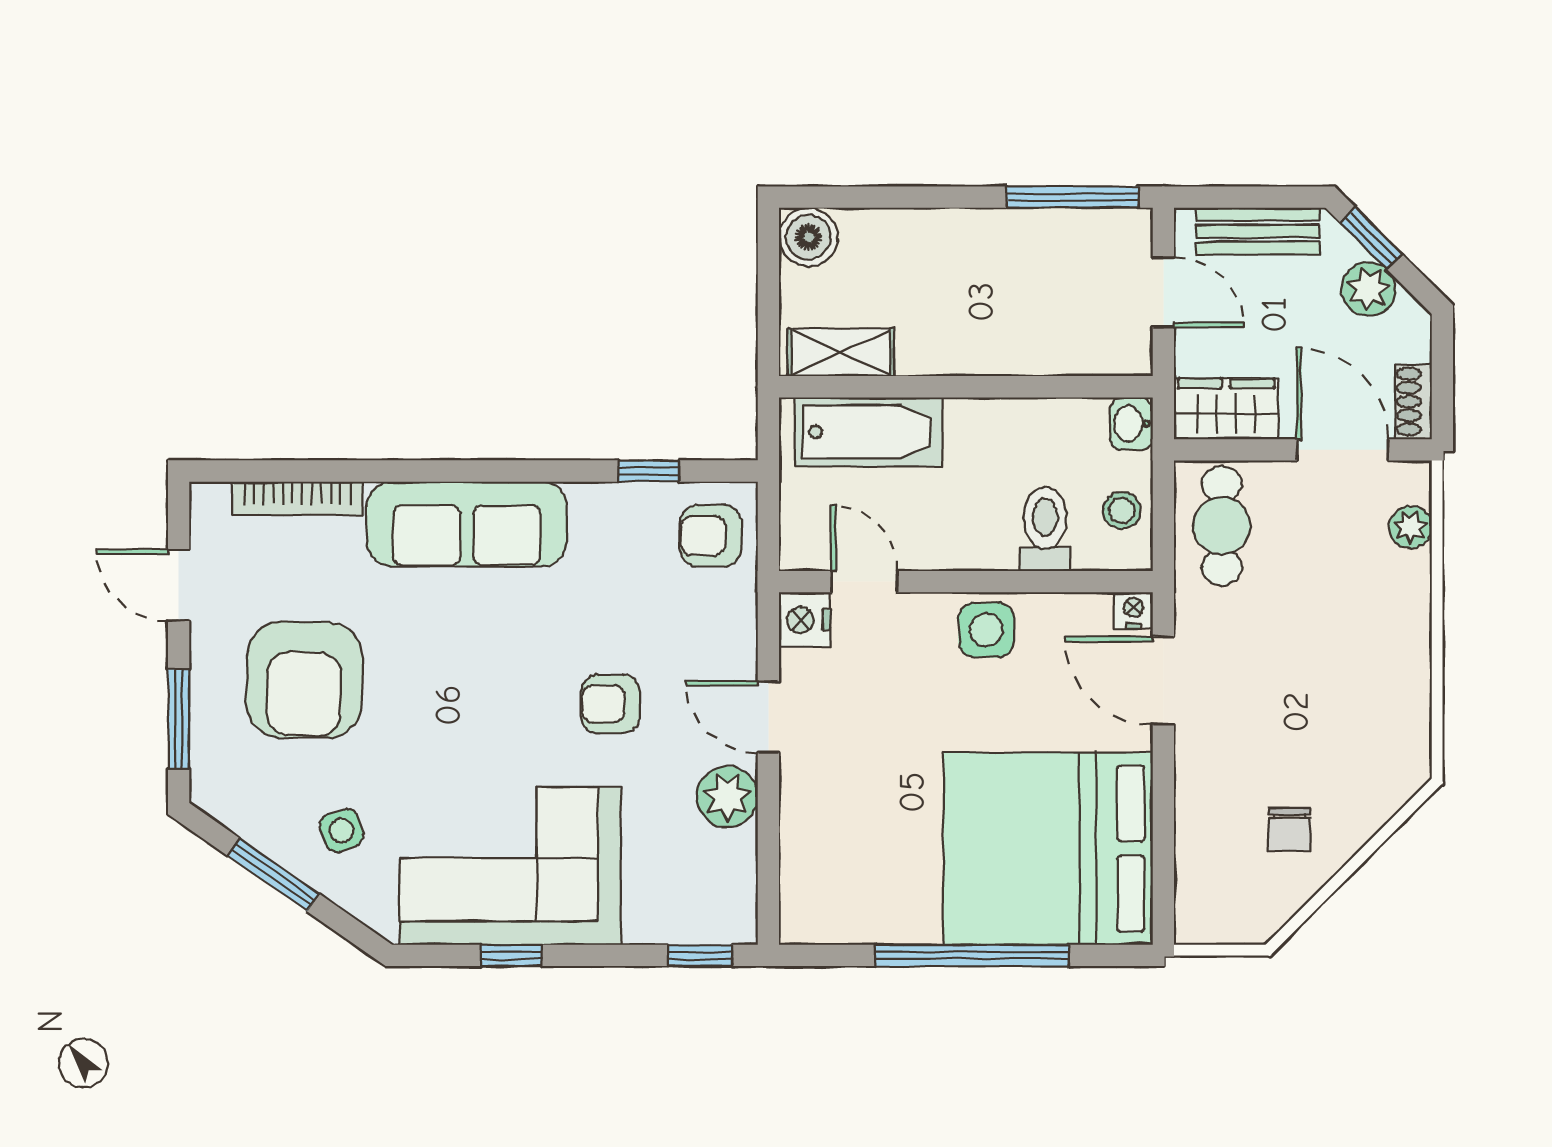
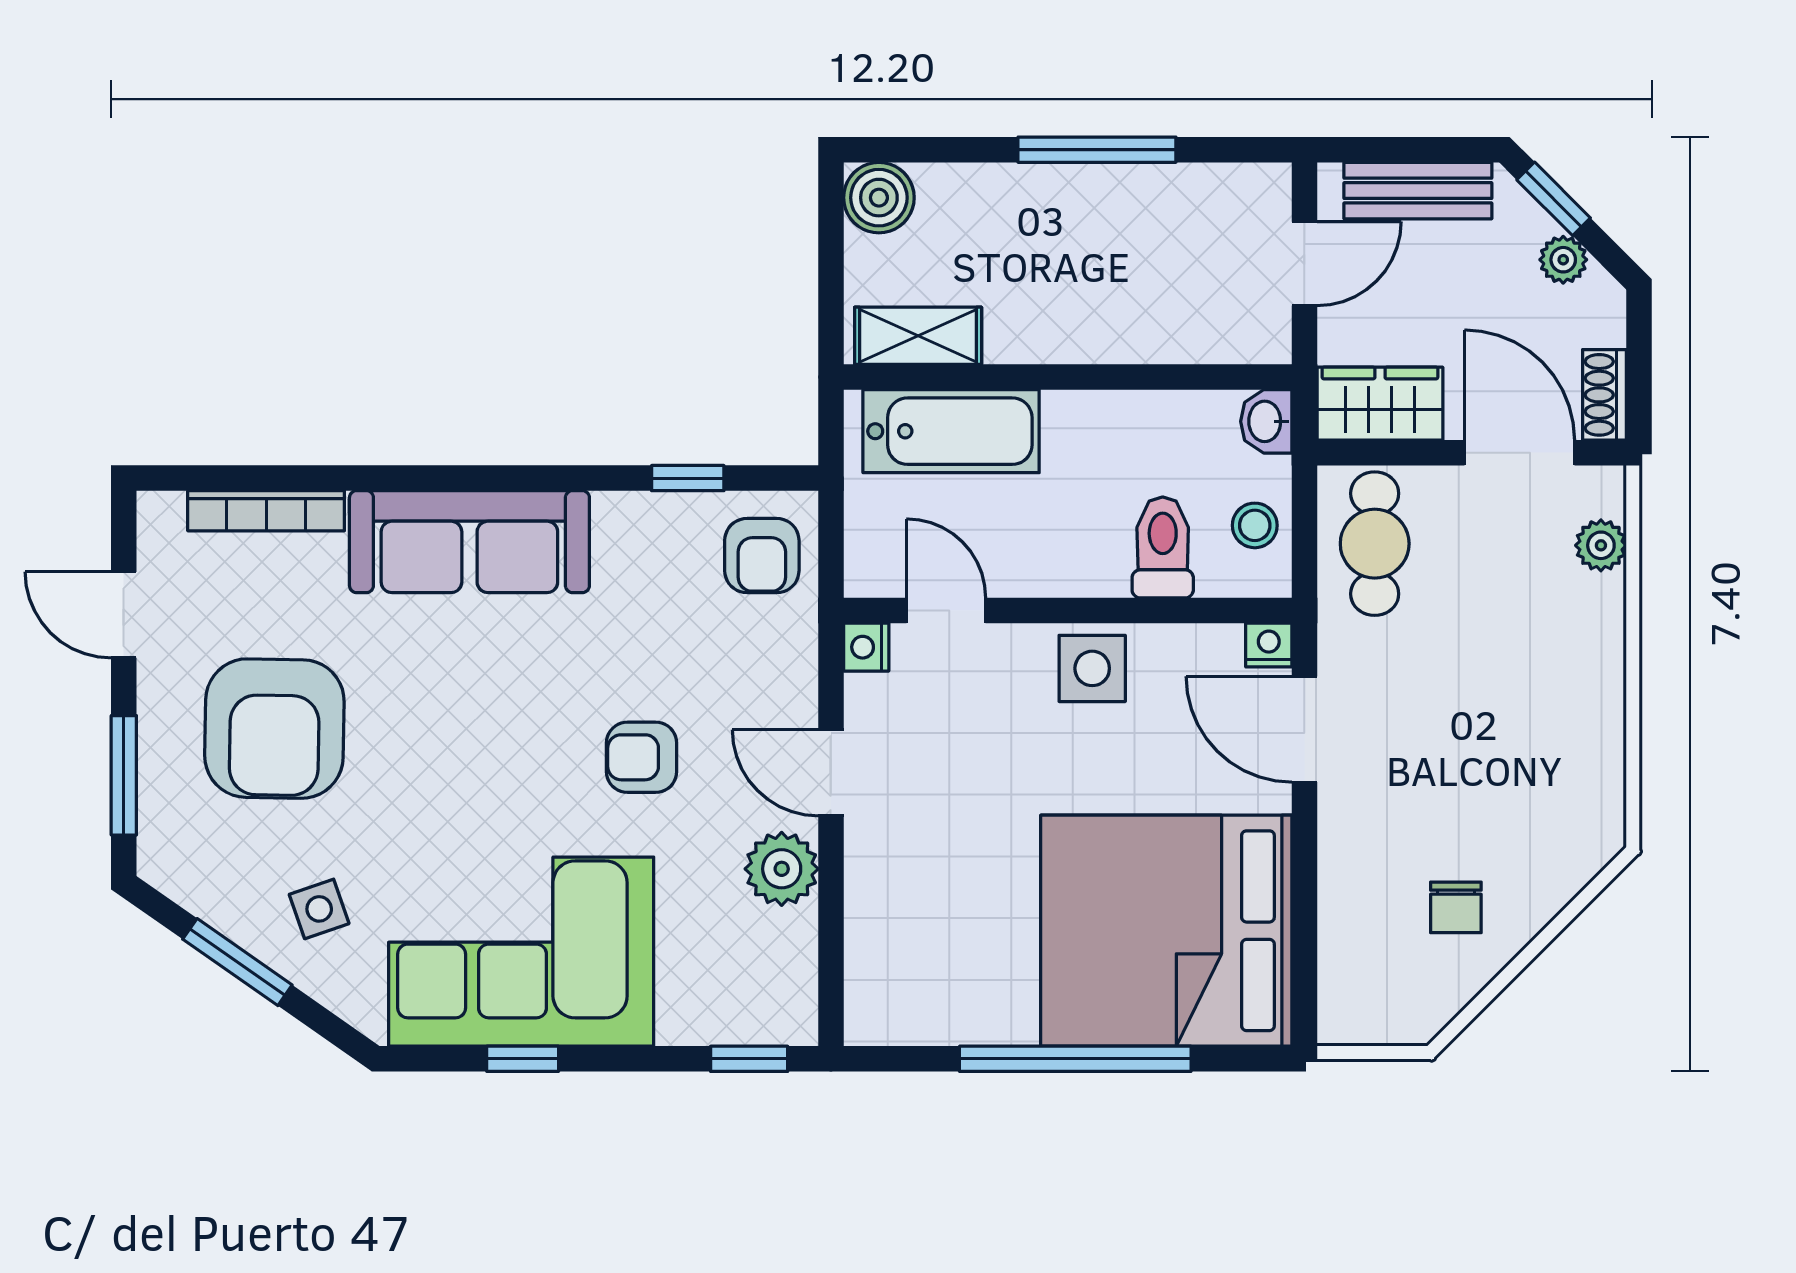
window: (1073, 197) -> (1097, 150), moved
plant: (1369, 289) -> (1563, 260), width x0.73, depth x0.73
door: (1163, 292) -> (1304, 264), hinge flipped
armchair: (711, 536) -> (762, 556), turned -90
nightstand: (804, 620) -> (866, 647), width x0.72, depth x0.74

